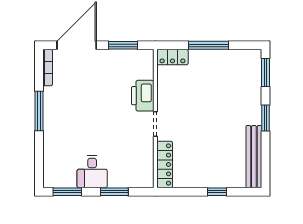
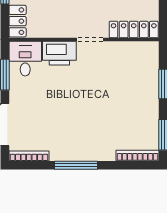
bookcase: (48, 168) -> (138, 156), added
desk: (92, 172) -> (25, 59), moved, turned -90

